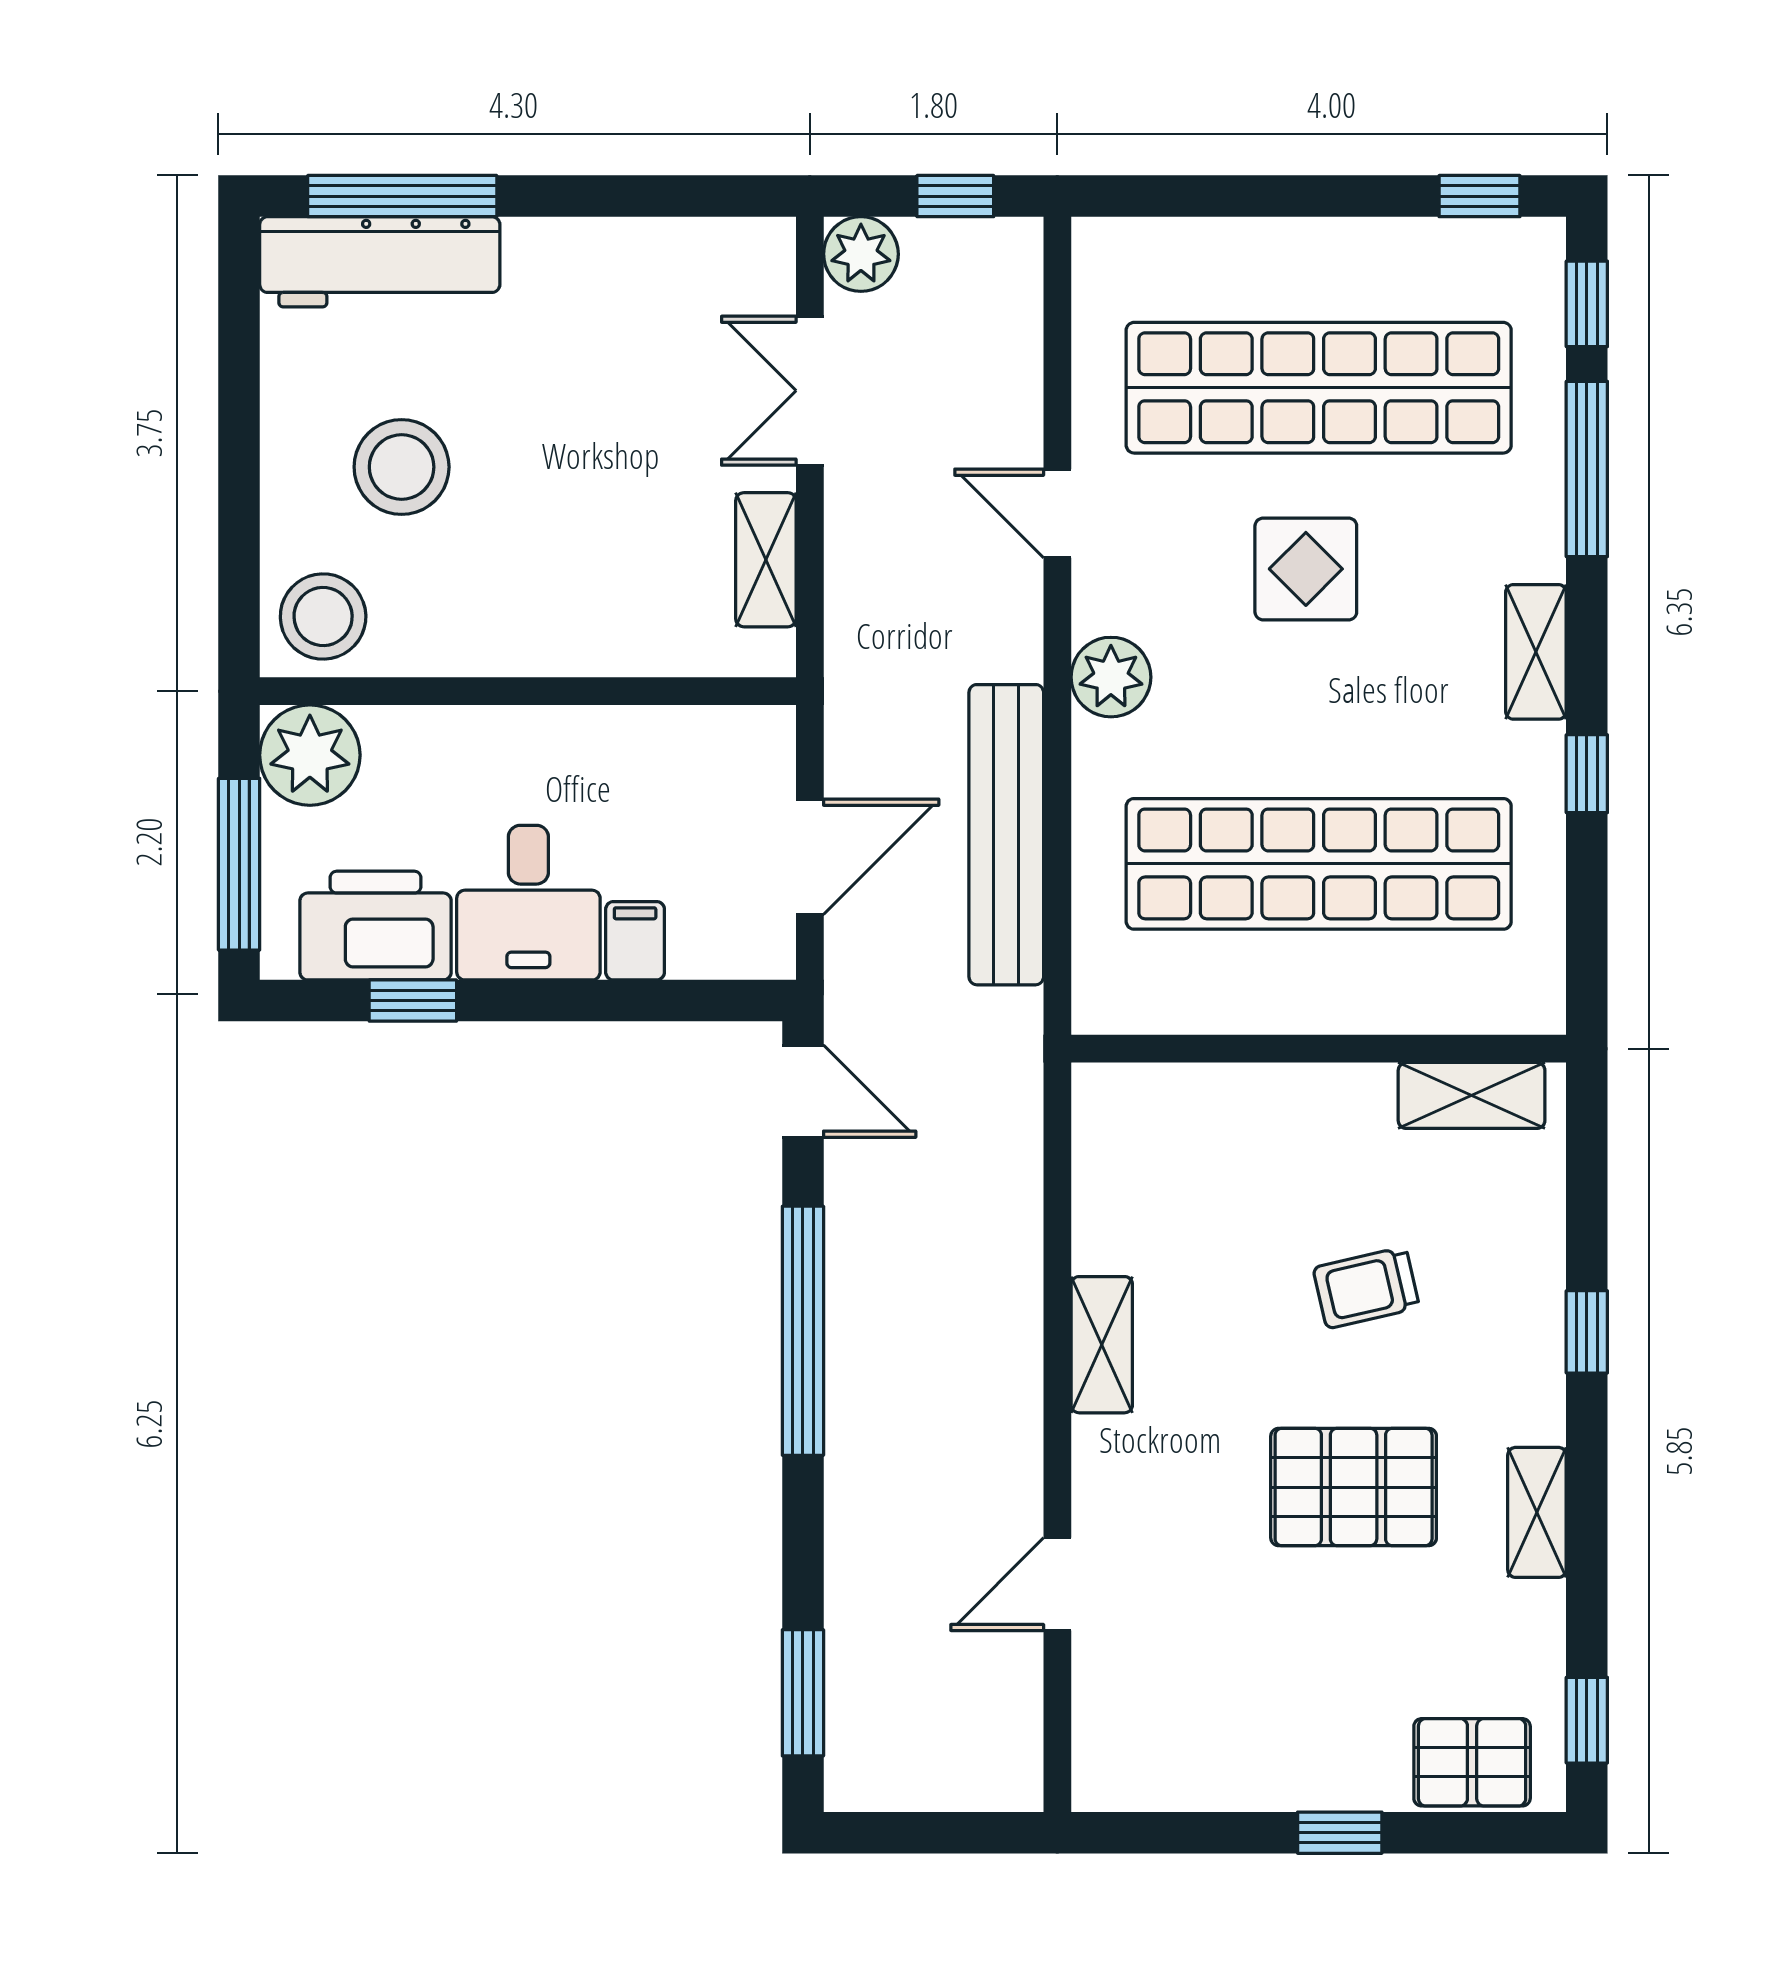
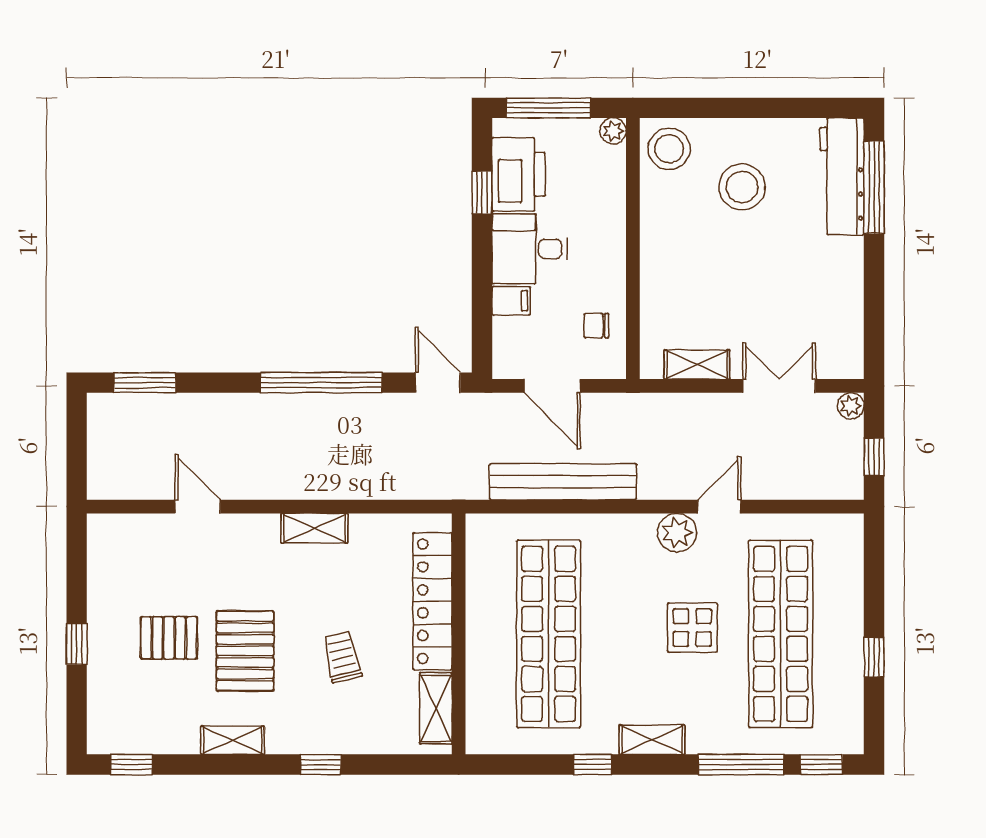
window: (1479, 196) -> (874, 657), moved
plant: (861, 254) -> (851, 406), width x0.73, depth x0.73
plant: (1111, 677) -> (677, 533), moved
plant: (310, 755) -> (613, 131), width x0.53, depth x0.53
chair: (686, 766) -> (596, 326), added
door: (803, 1091) -> (438, 383), swing flipped
locker: (1252, 1102) -> (432, 601), added
pallet: (1472, 1762) -> (169, 638), moved, turned 90

